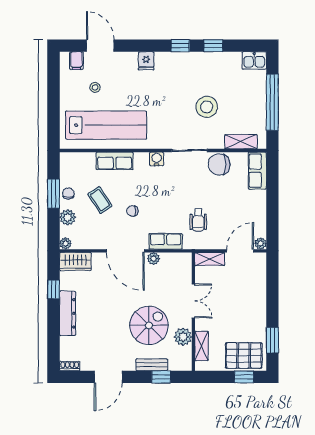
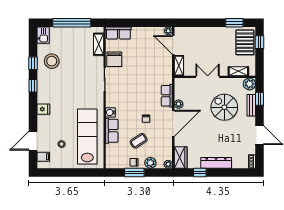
stool: (207, 107) -> (52, 61), moved
water cooler: (157, 159) -> (110, 112), moved
wheelchair: (198, 220) -> (152, 73), removed
plant: (183, 337) -> (249, 84), moved

